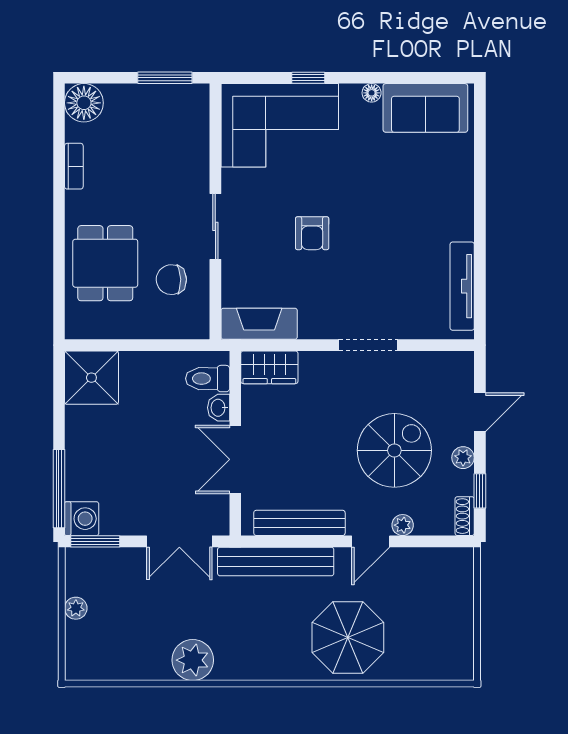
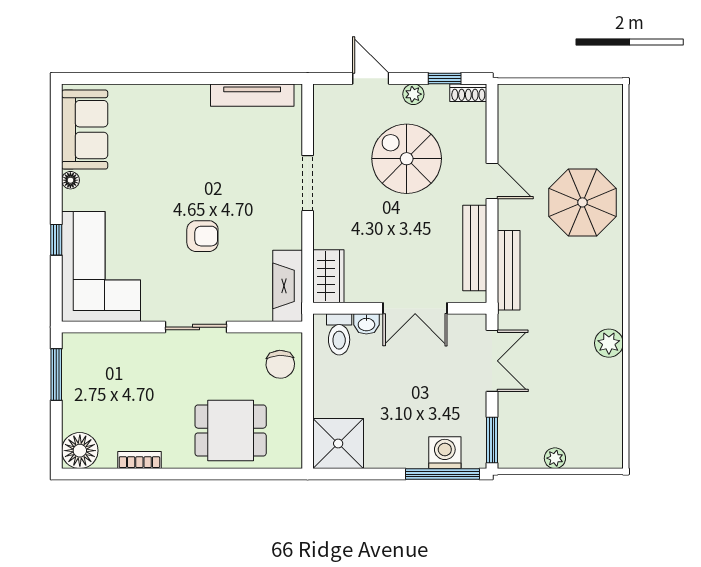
chair: (171, 280) -> (280, 364), moved
washing machine: (82, 519) -> (445, 453), moved
plant: (403, 525) -> (477, 151), removed
bench: (276, 561) -> (509, 270), width x0.73, depth x0.82
plant: (193, 660) -> (609, 343), width x0.73, depth x0.73

